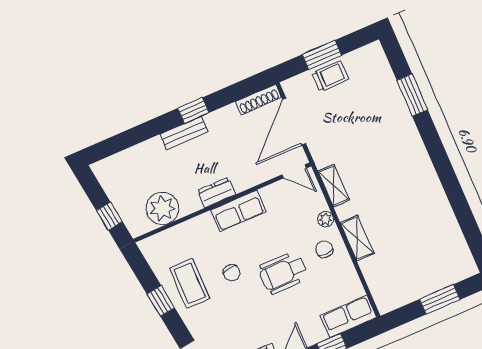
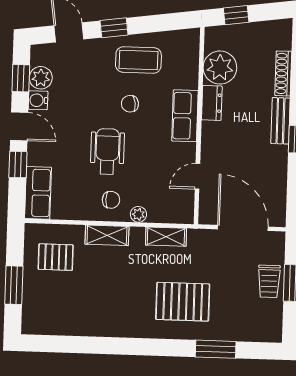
shoe rack: (258, 100) -> (283, 73), moved
pallet: (384, 144) -> (183, 302), added
door: (294, 171) -> (197, 176), moved
dresser: (216, 192) -> (212, 103), moved
row of seats: (238, 211) -> (185, 116), moved
pallet: (398, 274) -> (56, 257), added
window: (161, 301) -> (114, 28), moved

